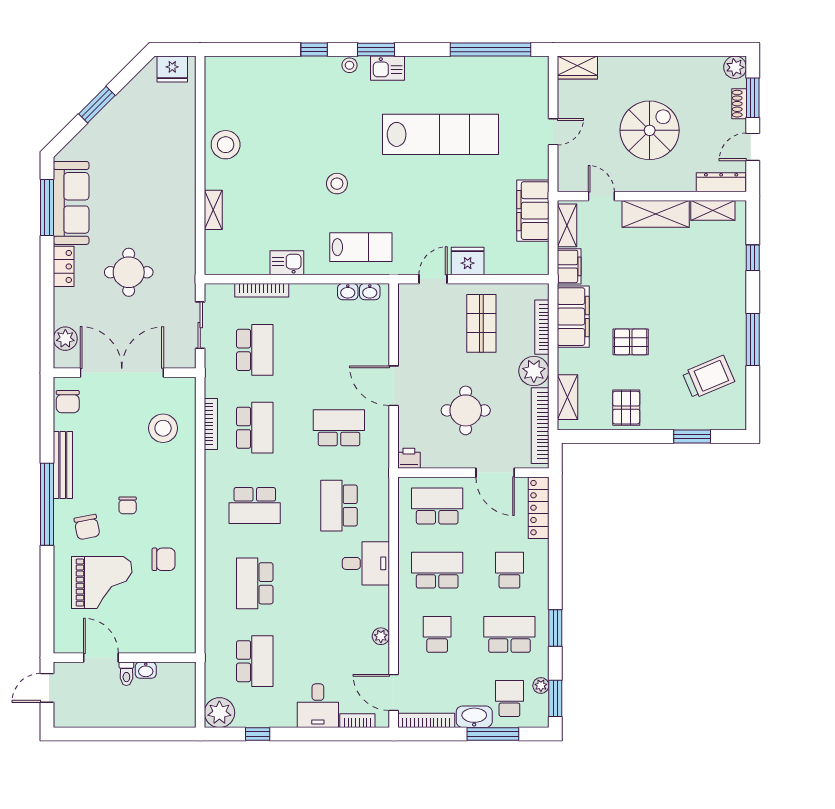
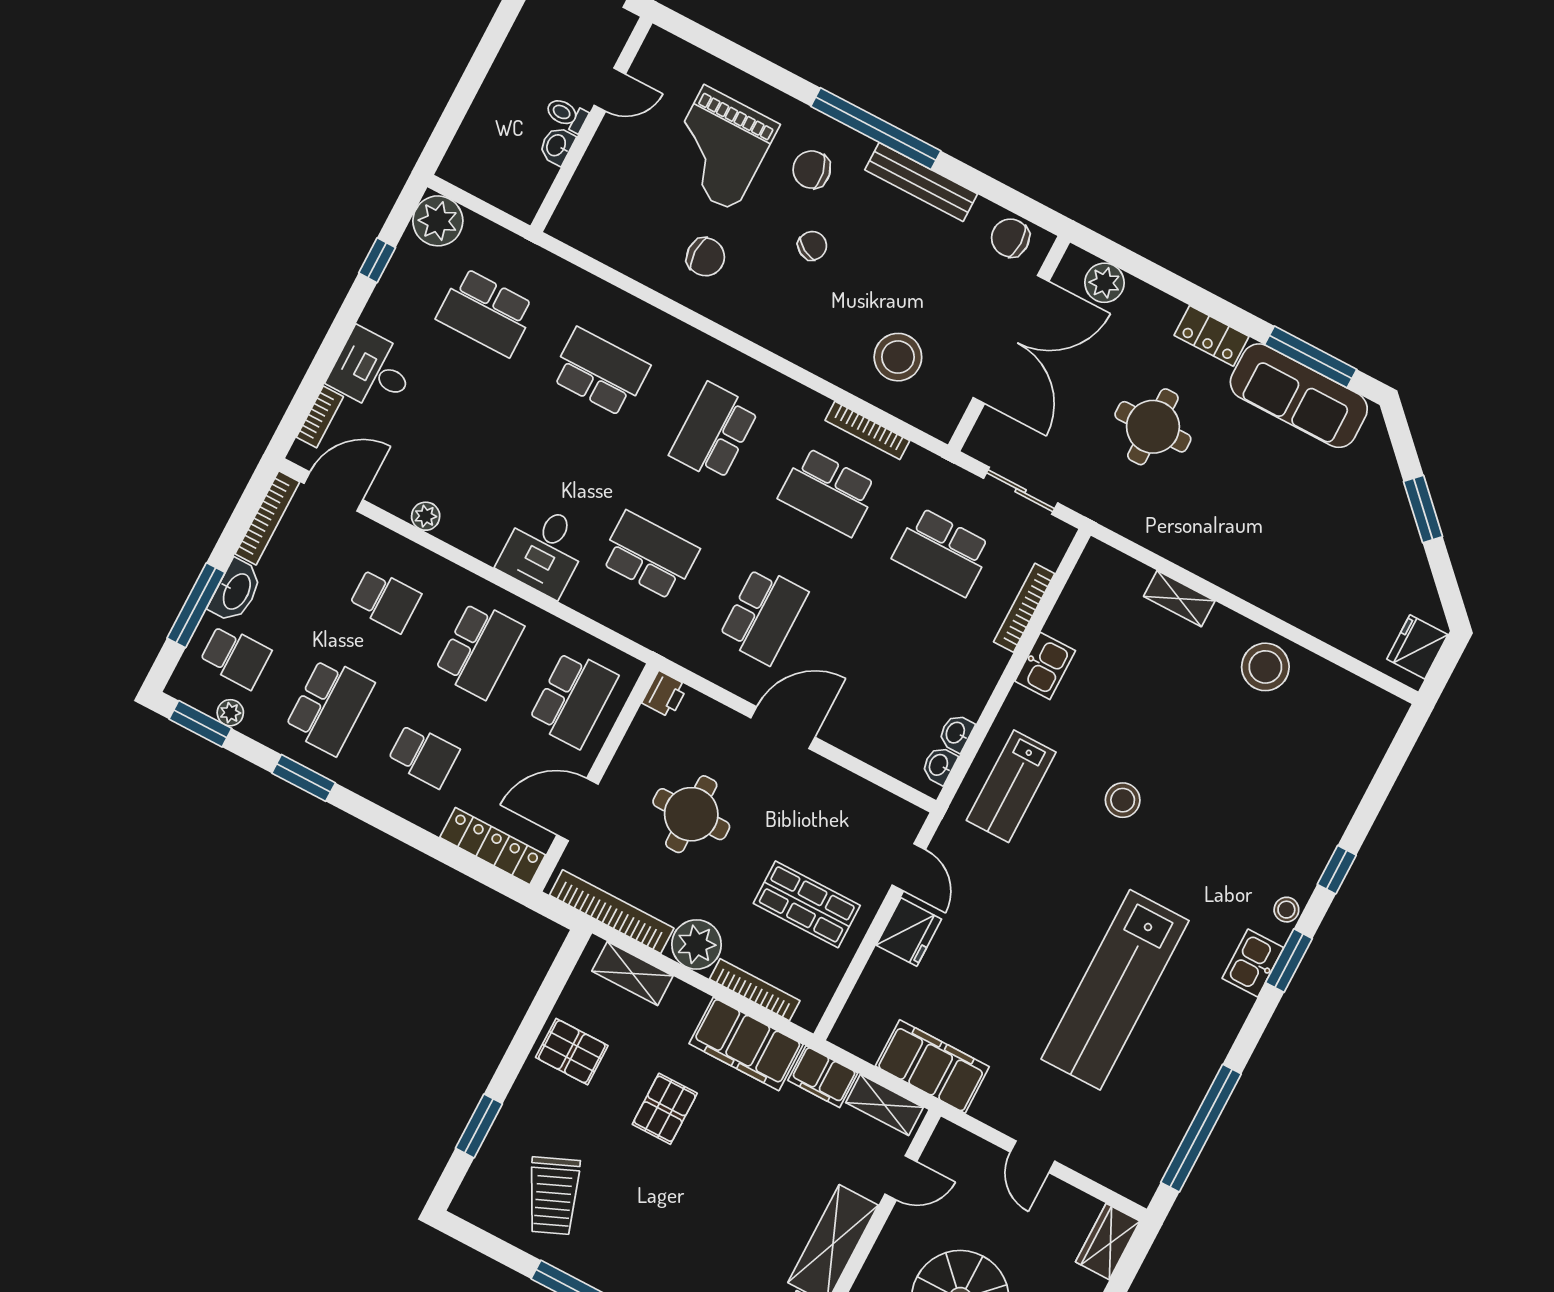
chair: (128, 505) -> (812, 246), turned 120
chair: (164, 559) -> (706, 257), turned -90
door: (101, 658) -> (610, 90), width x0.73

